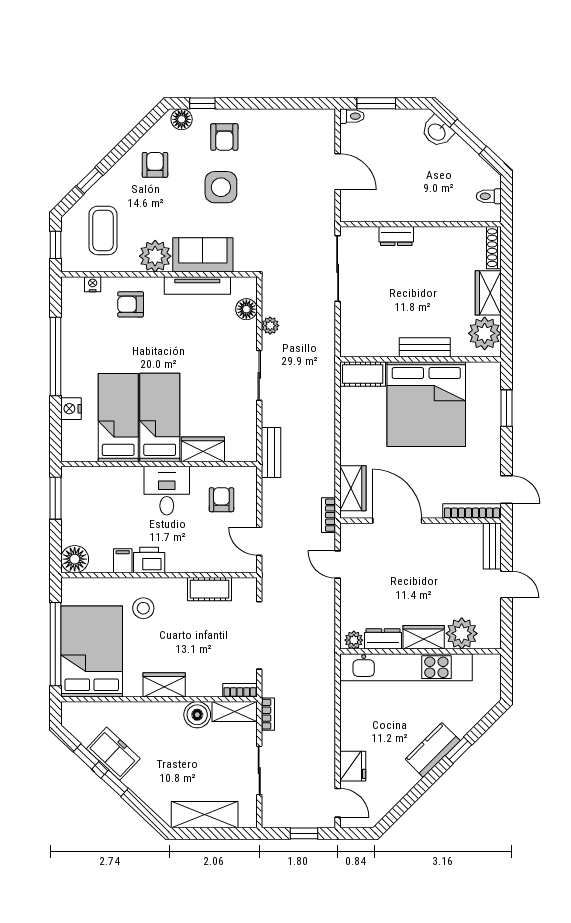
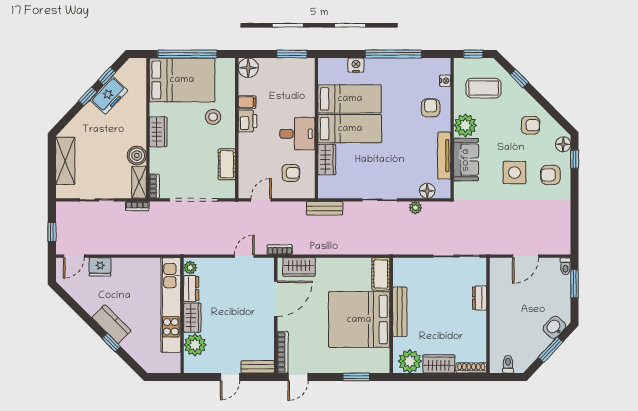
bench: (425, 347) -> (400, 312), width x1.36

